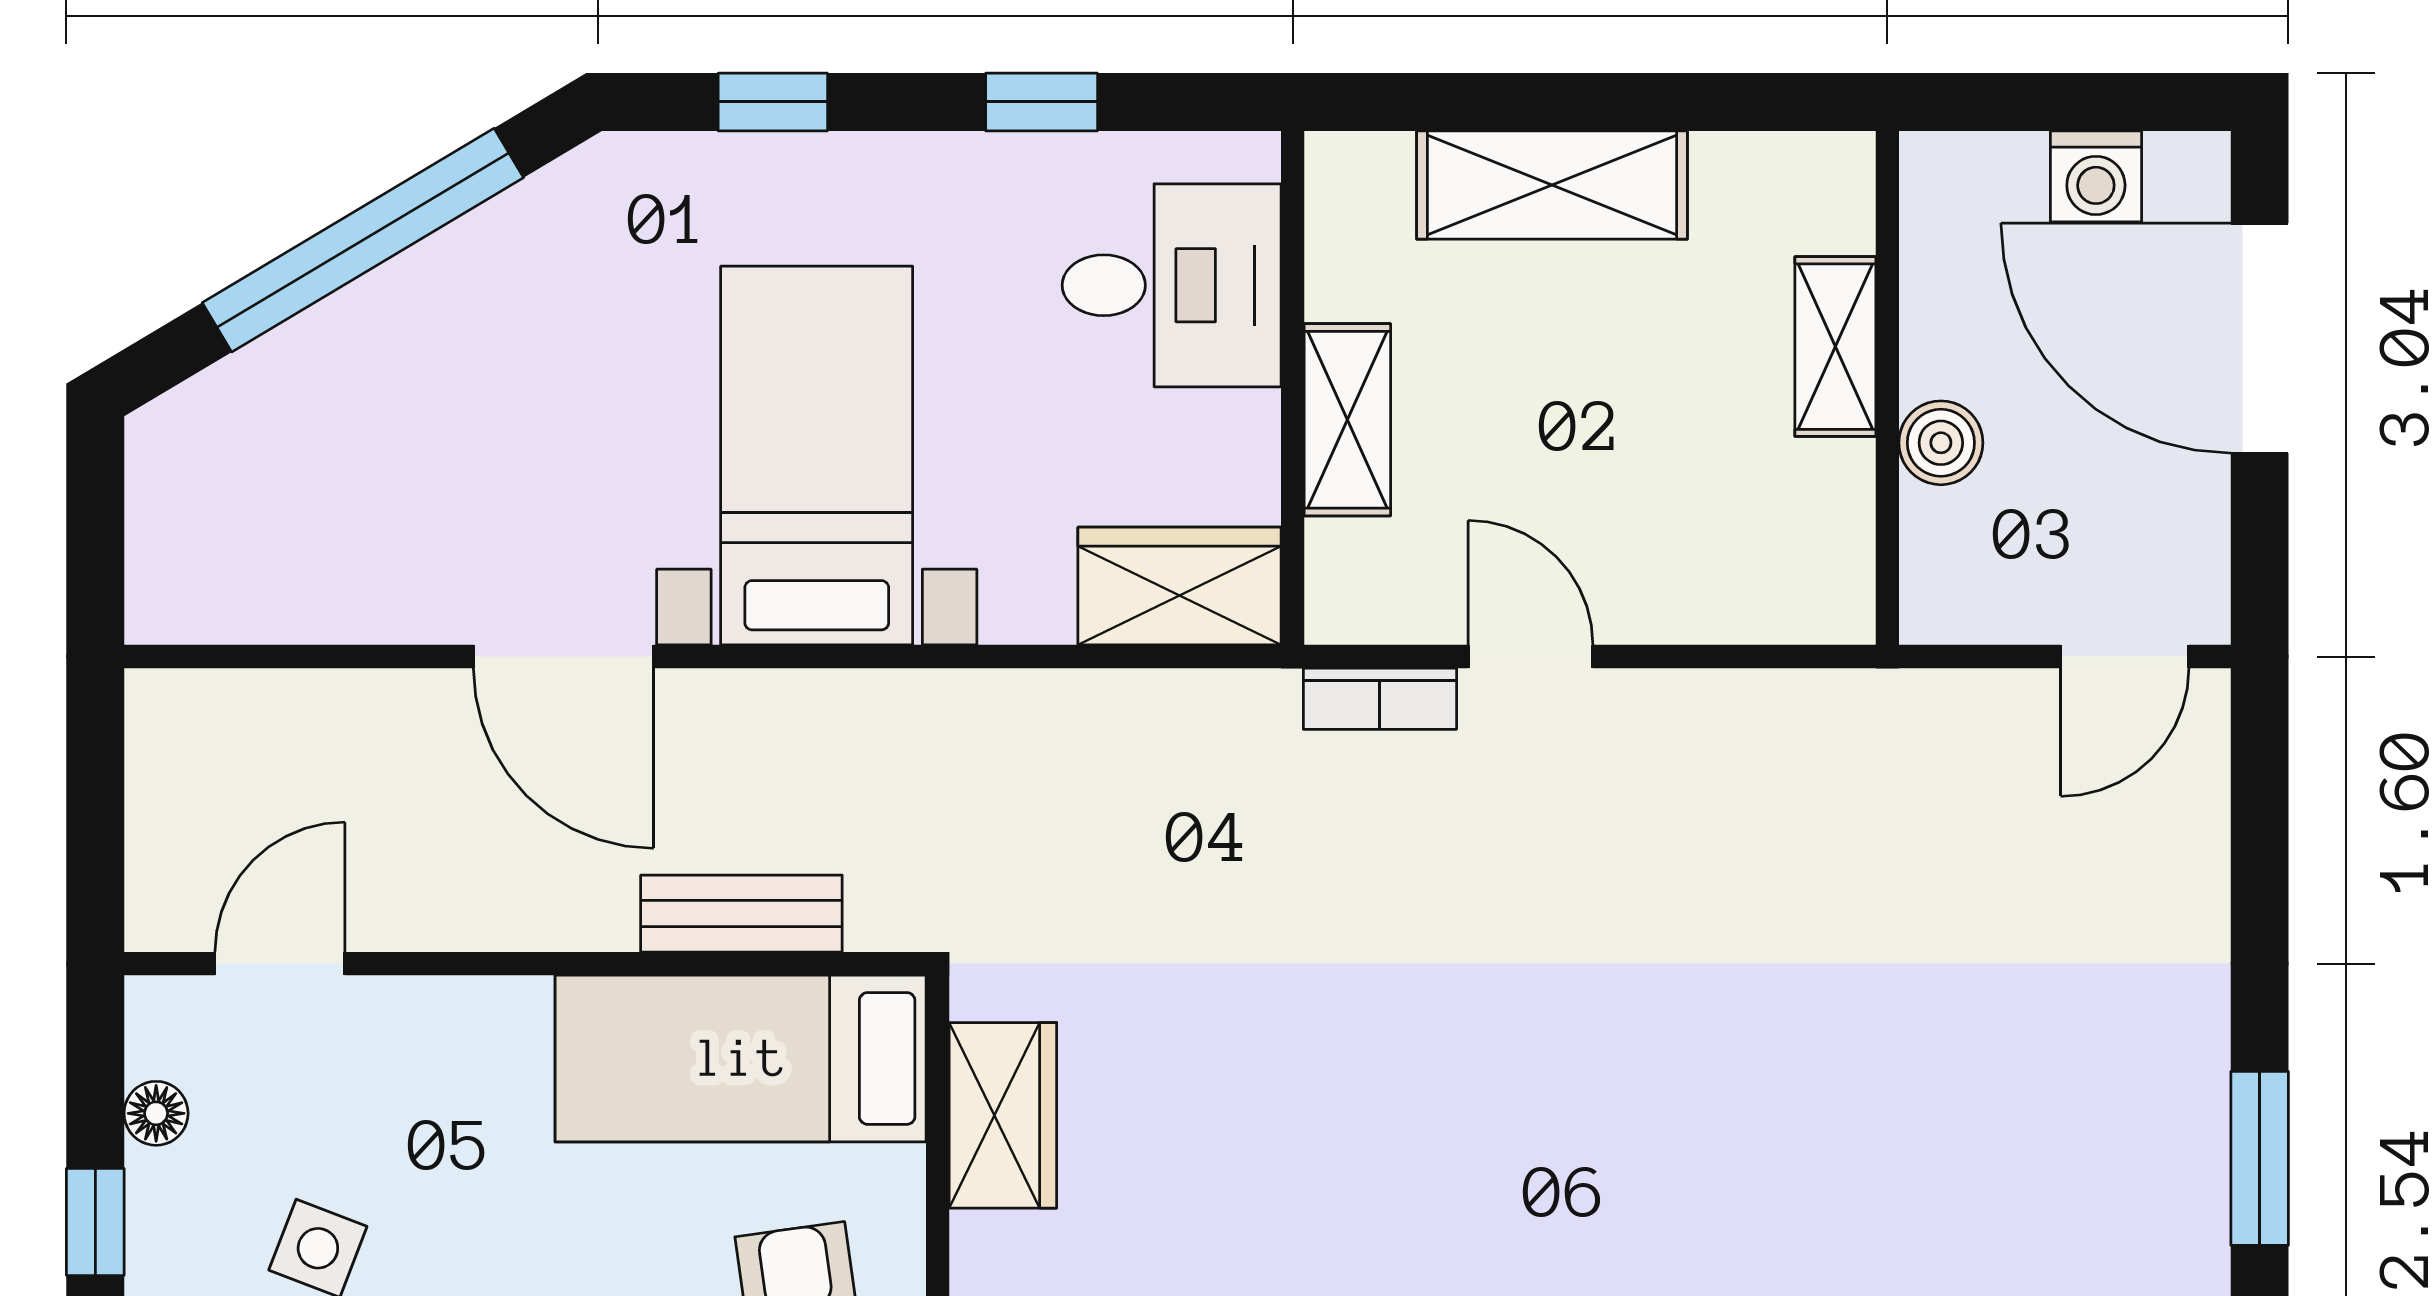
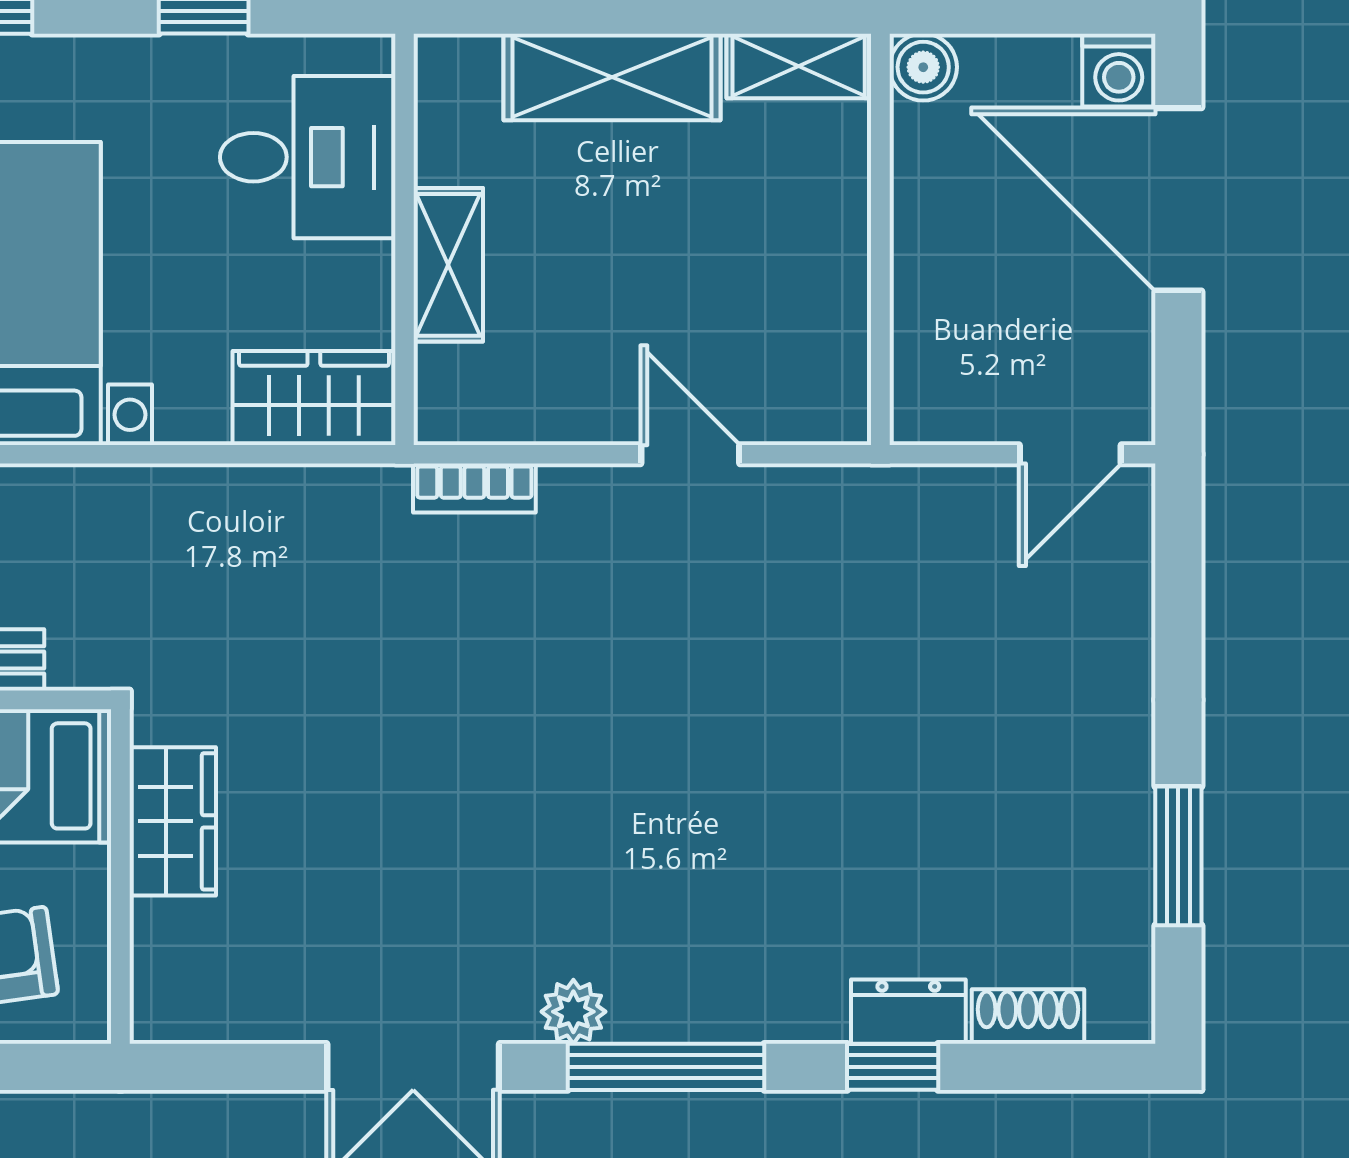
washing machine: (2096, 176) -> (1119, 70), moved
shelving: (1835, 347) -> (799, 66), moved, turned 90
boiler: (1941, 443) -> (923, 67), moved
door: (1530, 657) -> (690, 454), moved

